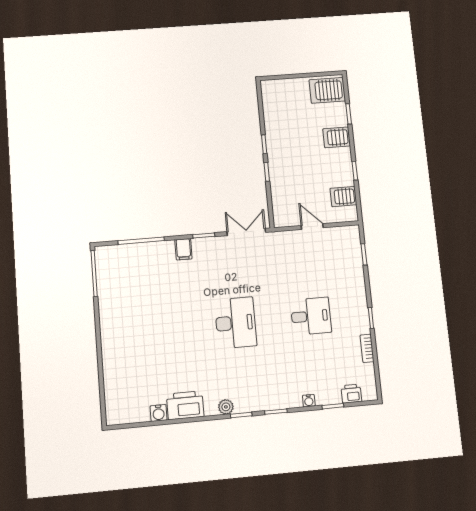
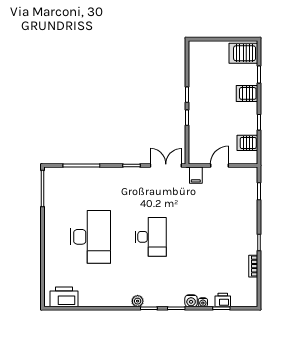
door: (312, 227) -> (219, 165), hinge flipped
filing cabinet: (183, 249) -> (196, 175), moved
desk: (311, 316) -> (90, 237), moved, width x1.87, depth x1.30
printer: (351, 394) -> (223, 300), moved
printer: (185, 405) -> (64, 297), moved
water cooler: (159, 413) -> (191, 301), moved

